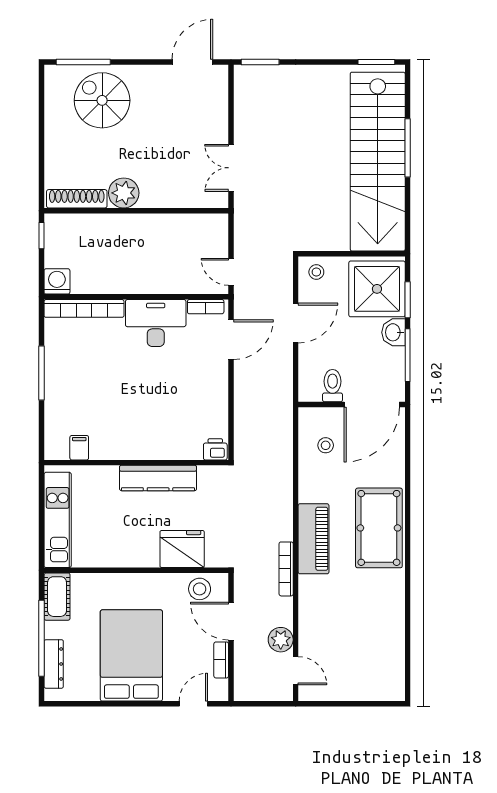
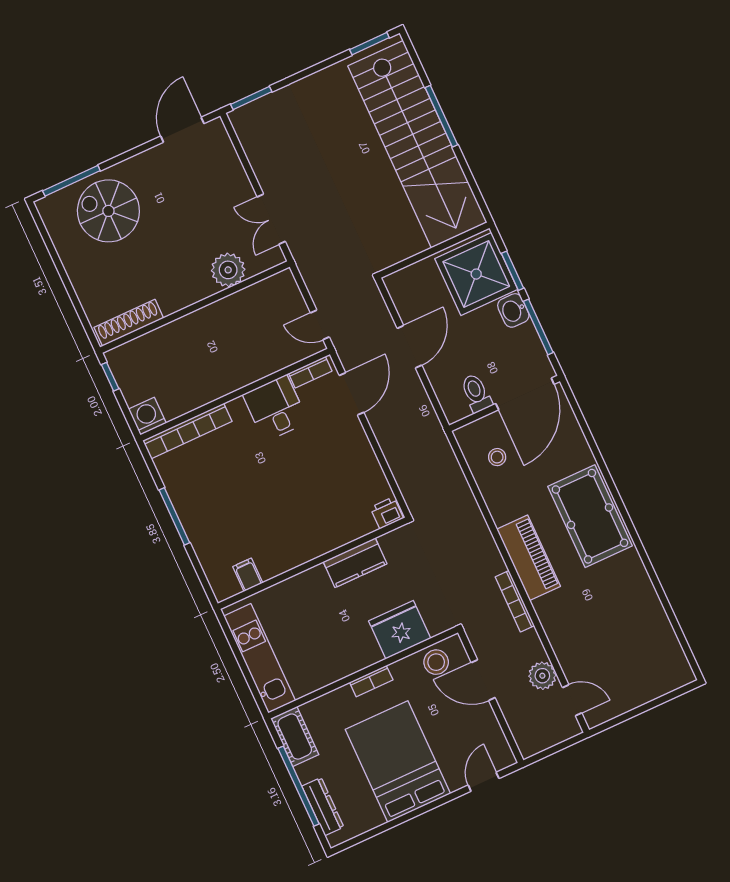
plant: (124, 193) -> (228, 270), moved
stool: (316, 272) -> (407, 285), removed
desk: (156, 323) -> (275, 408), width x0.73
kitchen counter: (158, 478) -> (355, 563), width x0.67
bookcase: (221, 660) -> (371, 681), moved, turned -90

